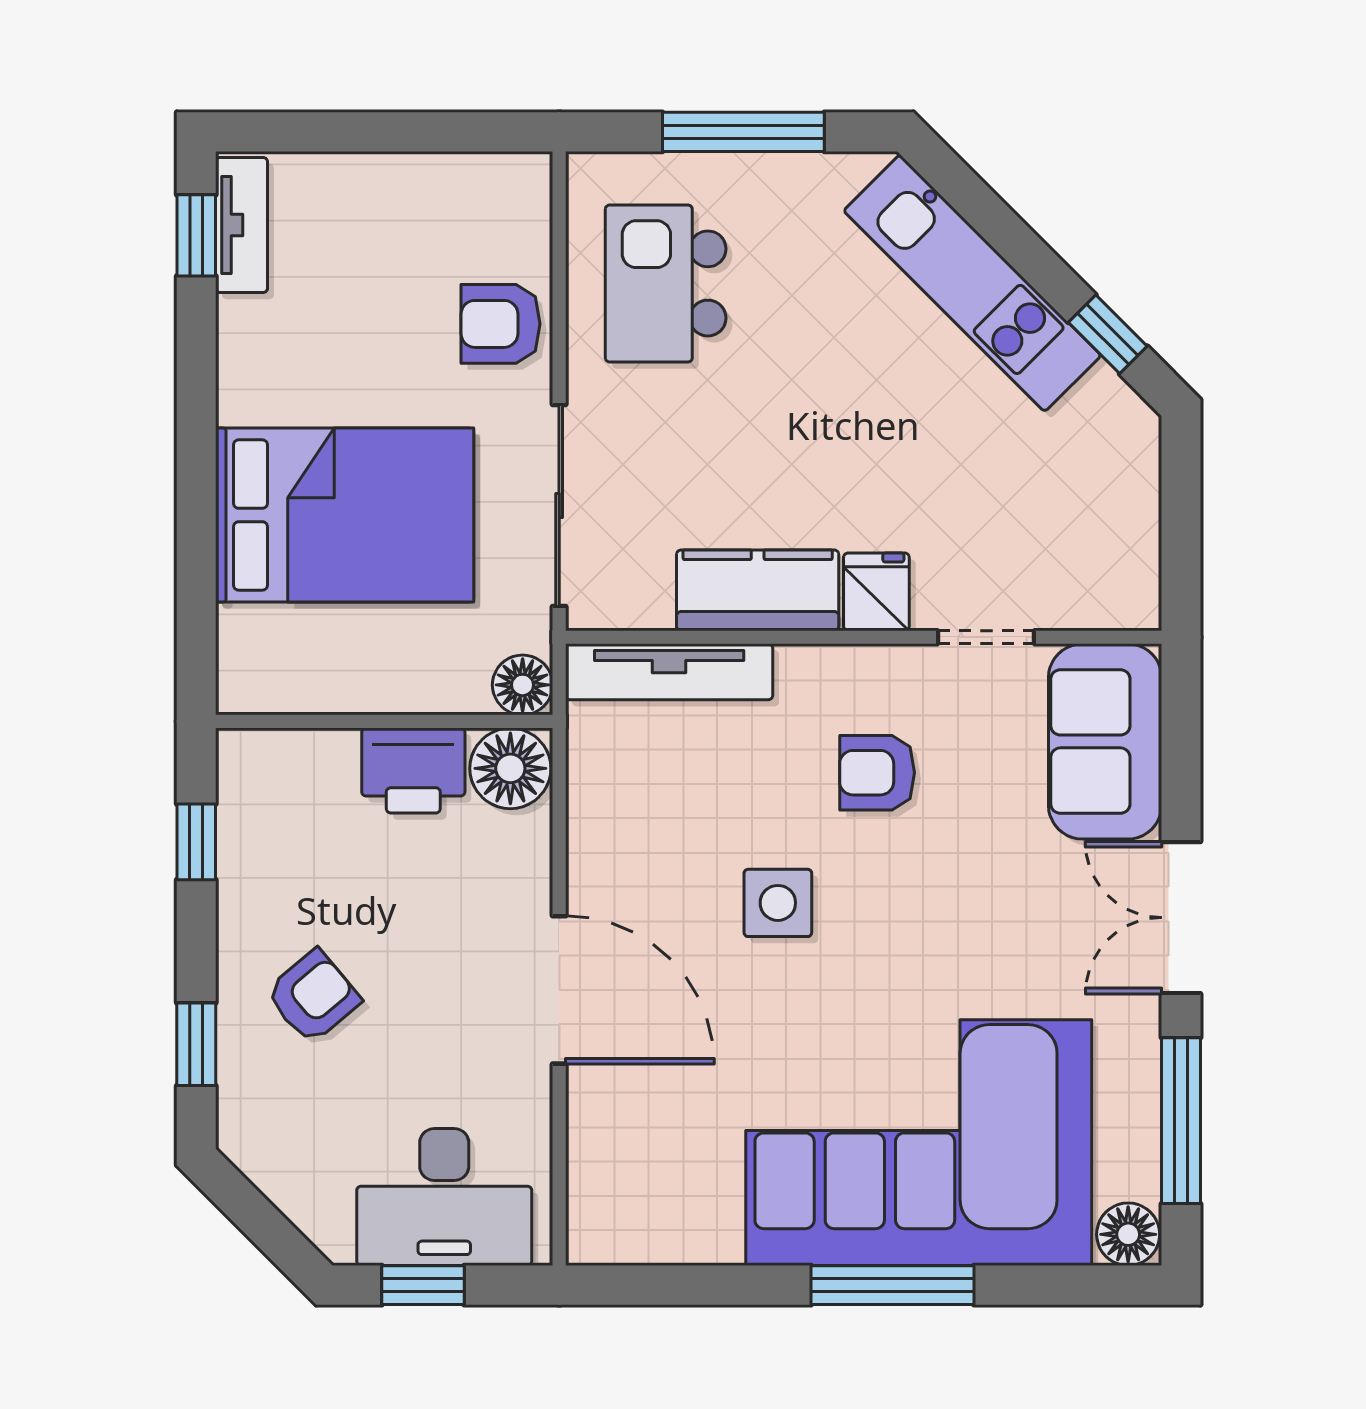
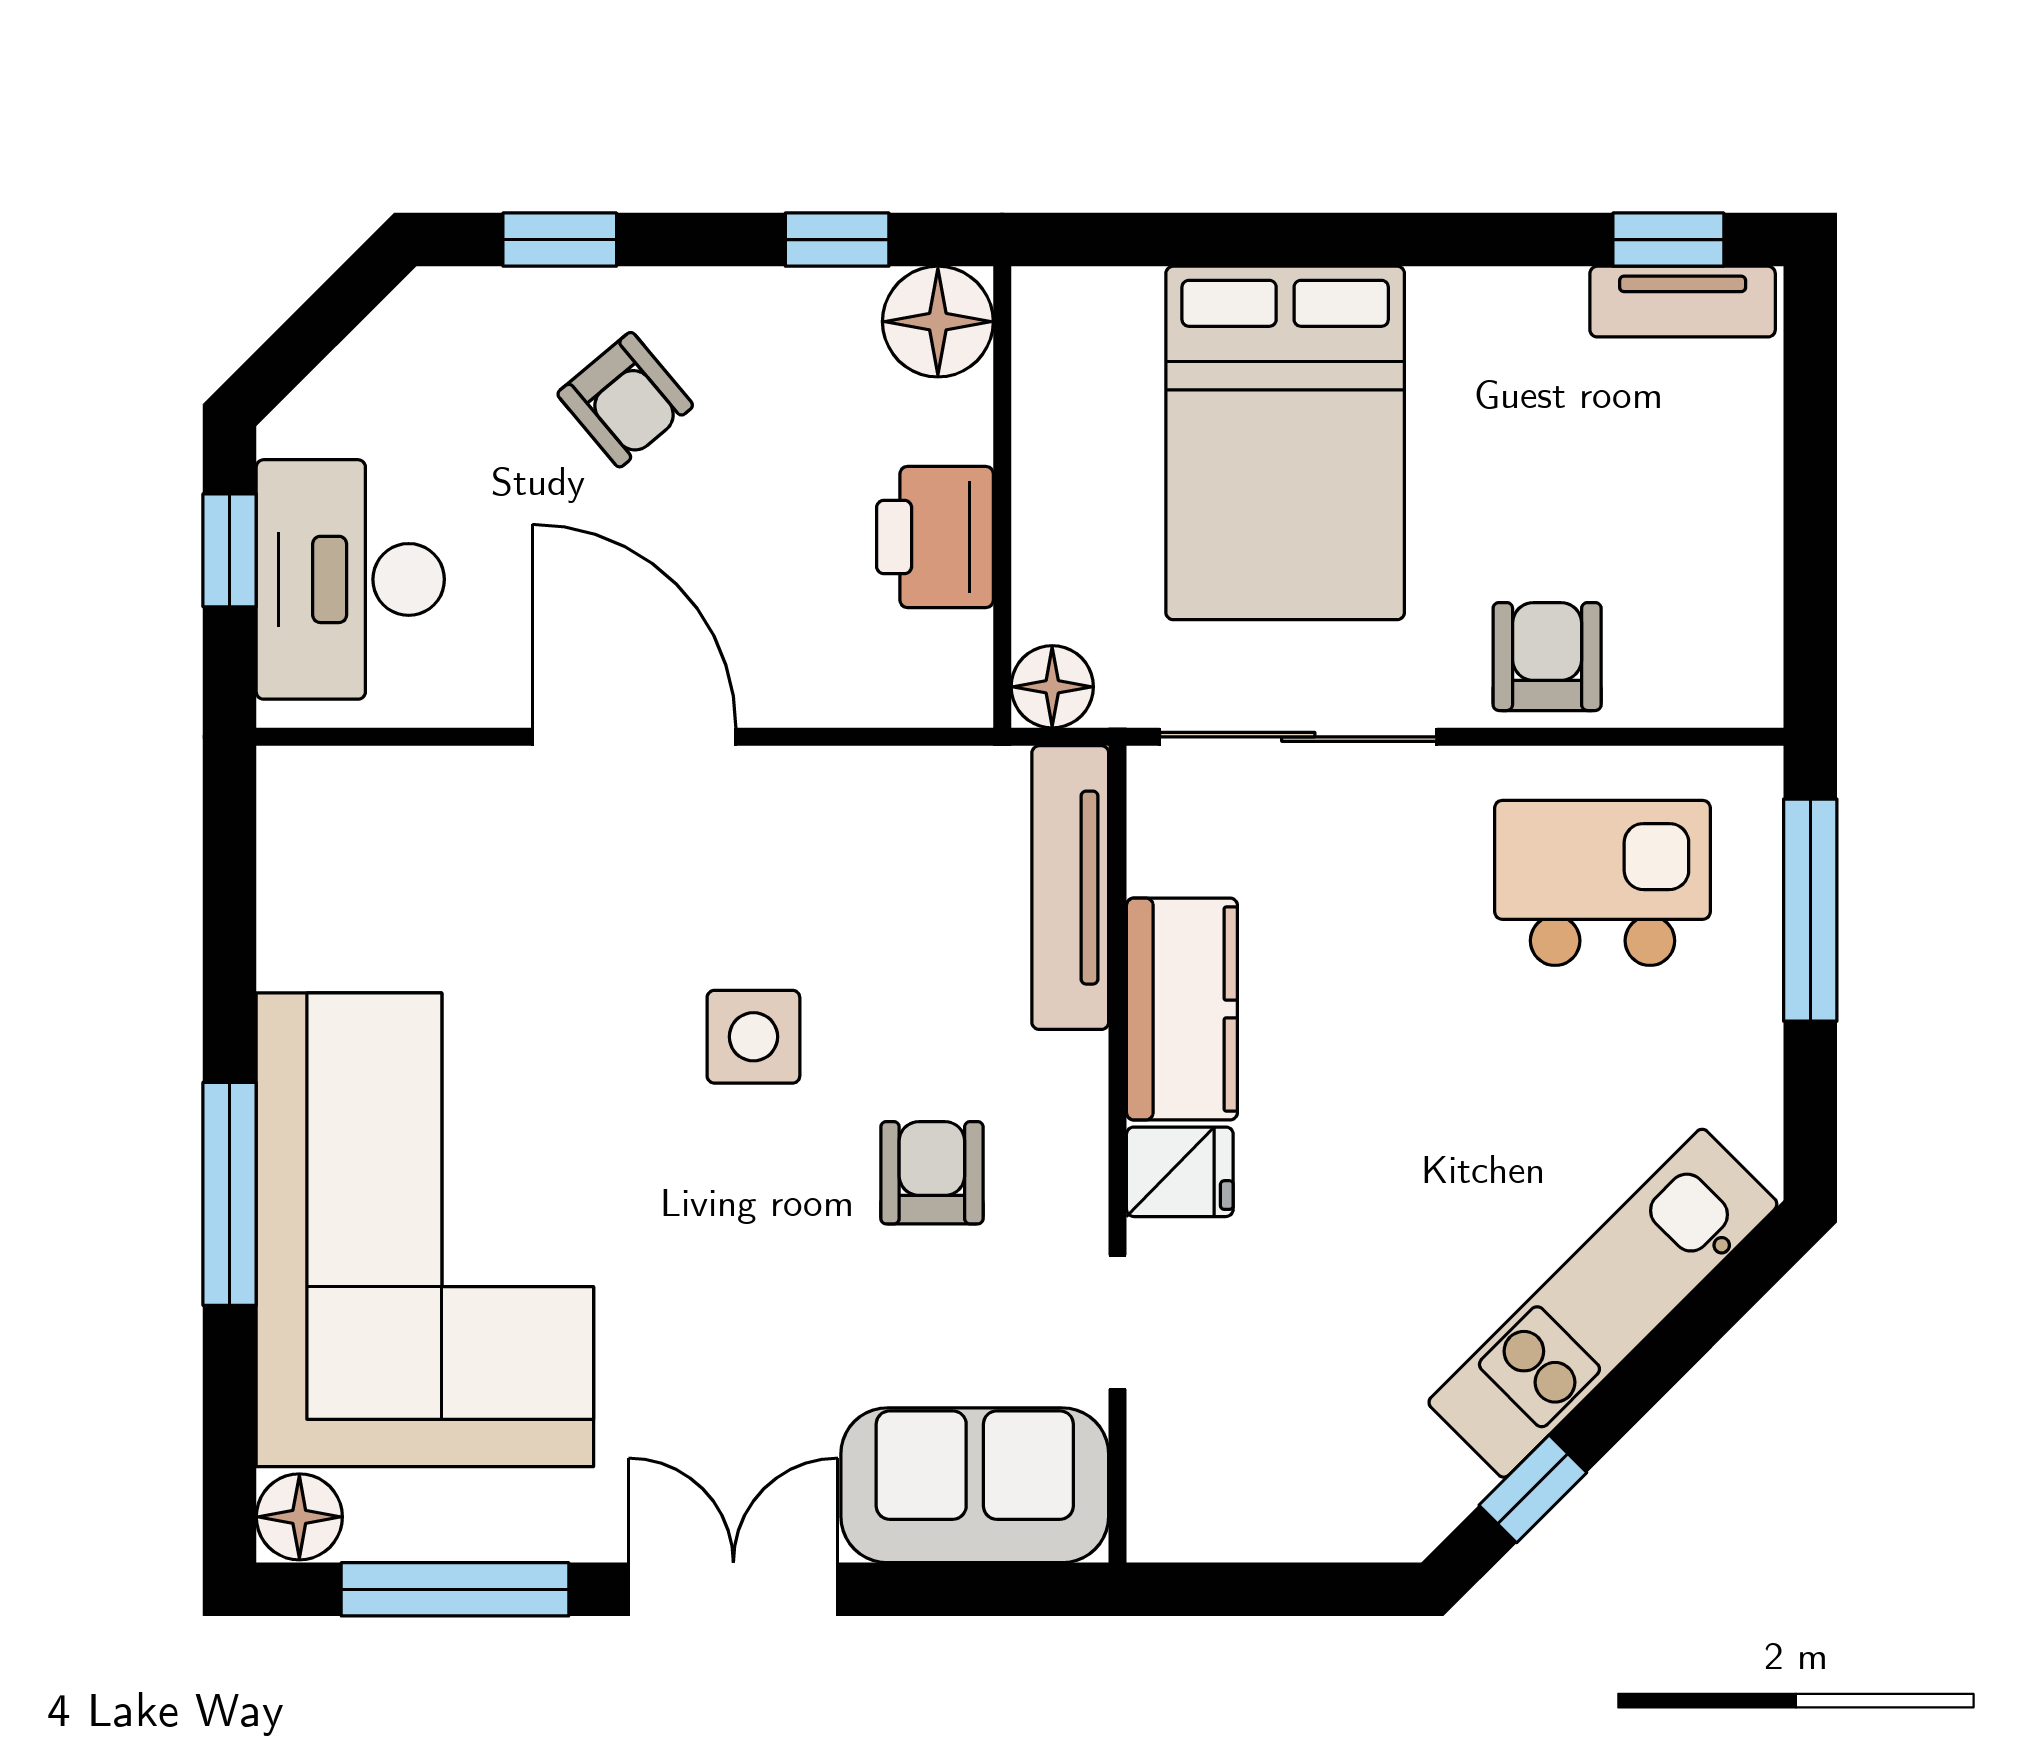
window: (743, 132) -> (1810, 910), moved
floor lamp: (510, 768) -> (938, 322), moved
door: (559, 990) -> (634, 737), swing flipped

